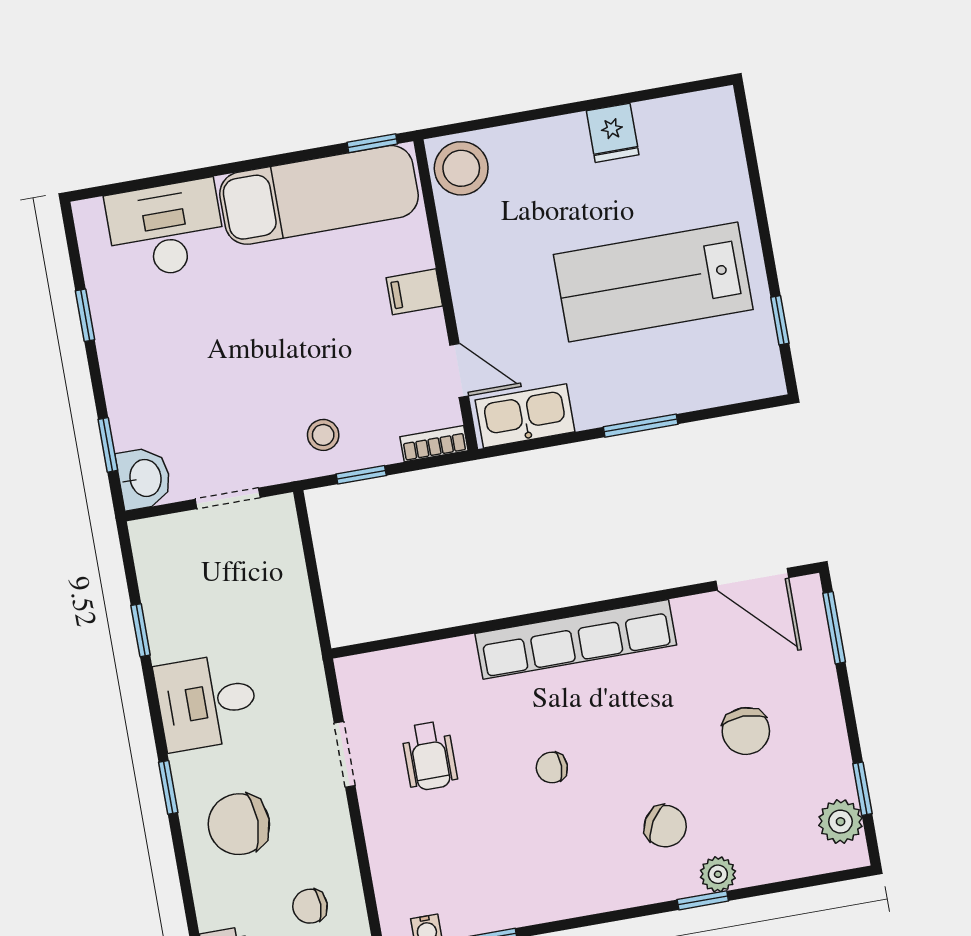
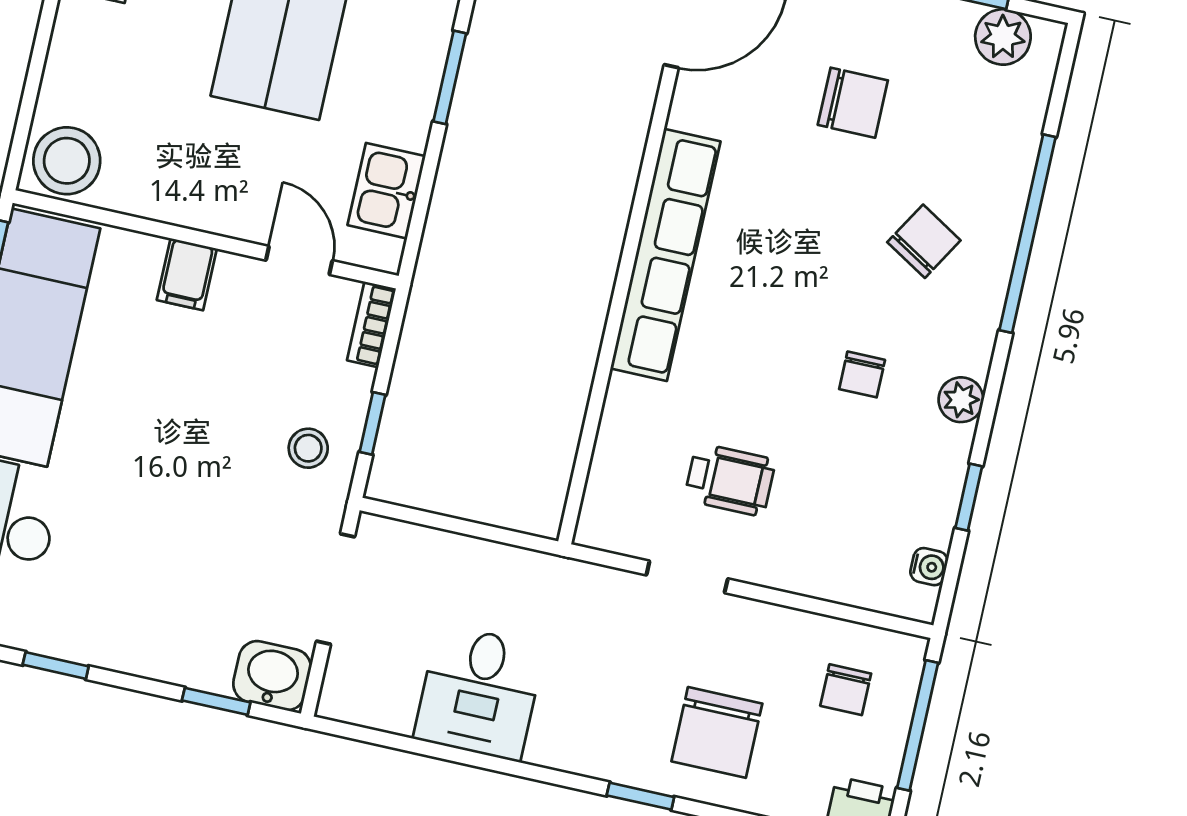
door: (459, 371) -> (299, 260), hinge flipped
kitchen sink: (525, 416) -> (387, 191), width x0.73
doorway: (228, 498) -> (335, 589), width x1.38
window: (141, 630) -> (446, 753), removed
desk: (207, 702) -> (479, 693), moved
chair: (552, 767) -> (862, 374), moved
plant: (718, 874) -> (961, 400), moved
window: (703, 900) -> (1028, 234), width x3.17

